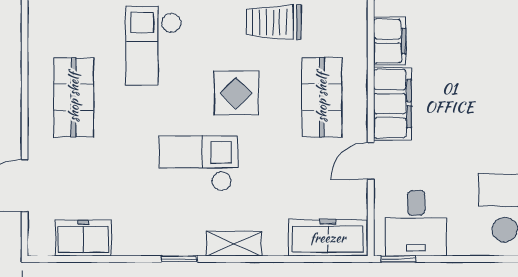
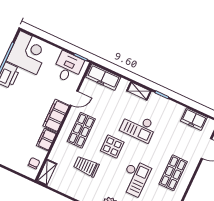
trolley: (274, 22) -> (86, 166), turned 180

